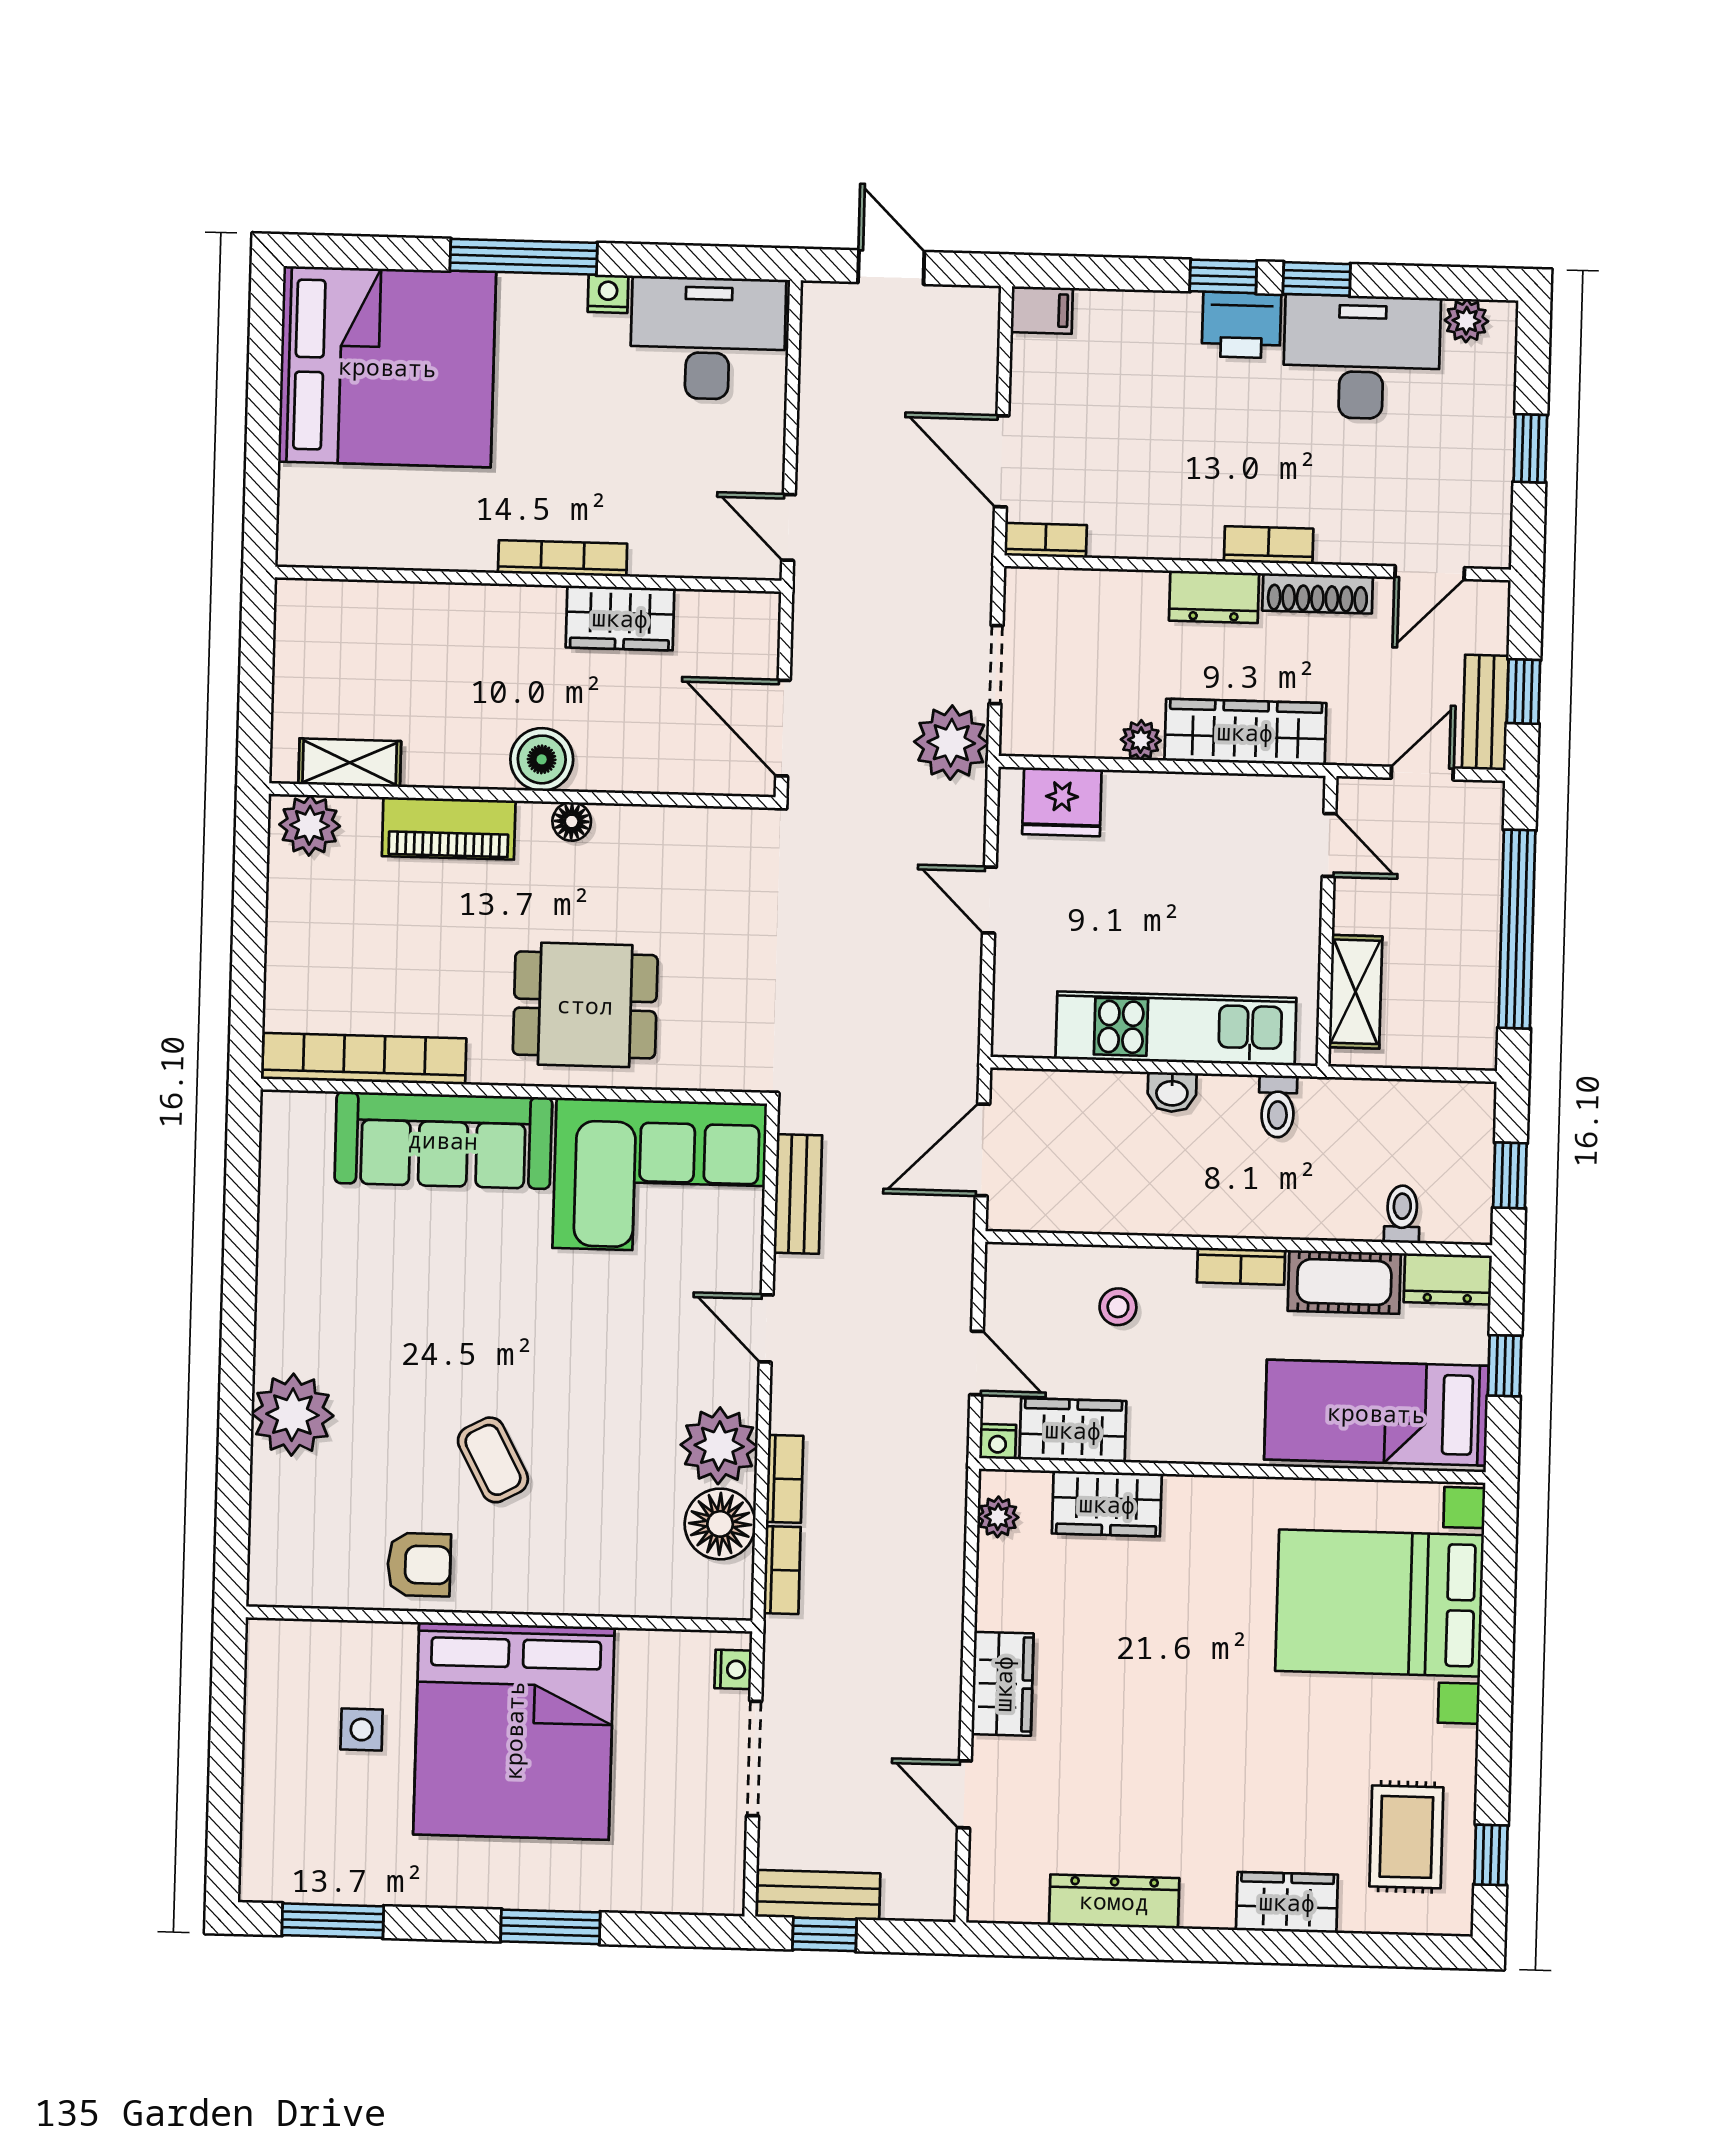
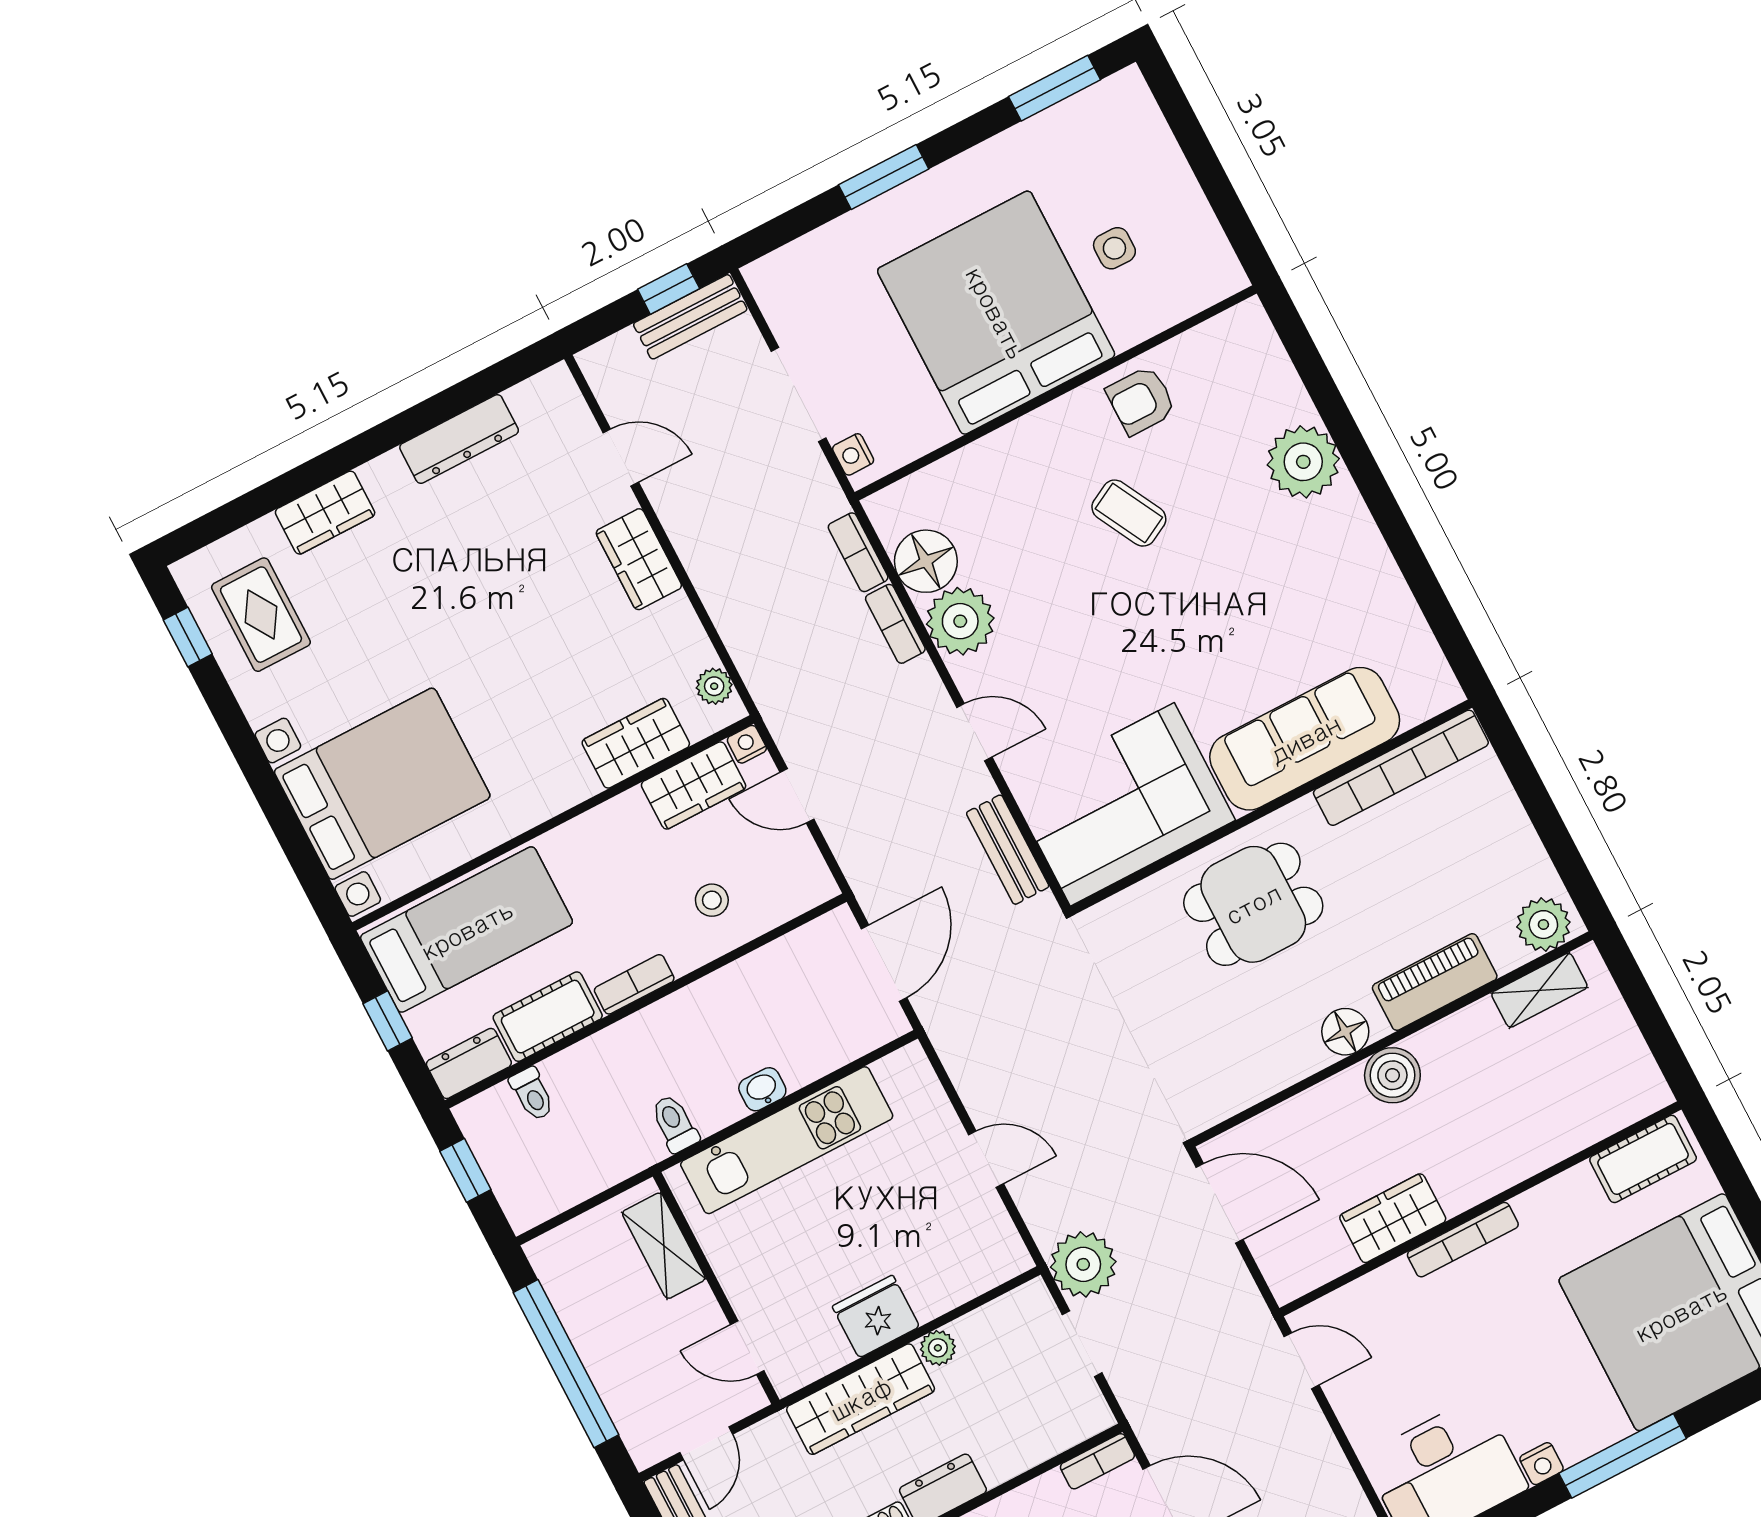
cot: (340, 539) -> (1643, 1159), added
fridge: (1062, 802) -> (876, 1316), moved
floor lamp: (572, 821) -> (1345, 1032), width x1.37, depth x1.37

